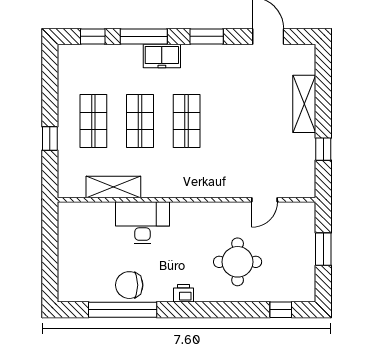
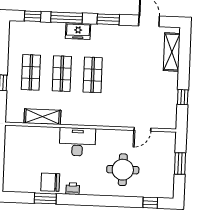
shelving: (304, 104) -> (172, 52), moved
desk: (143, 223) -> (77, 142), moved
printer: (184, 293) -> (73, 189), moved
window: (123, 310) -> (45, 198), width x0.47

